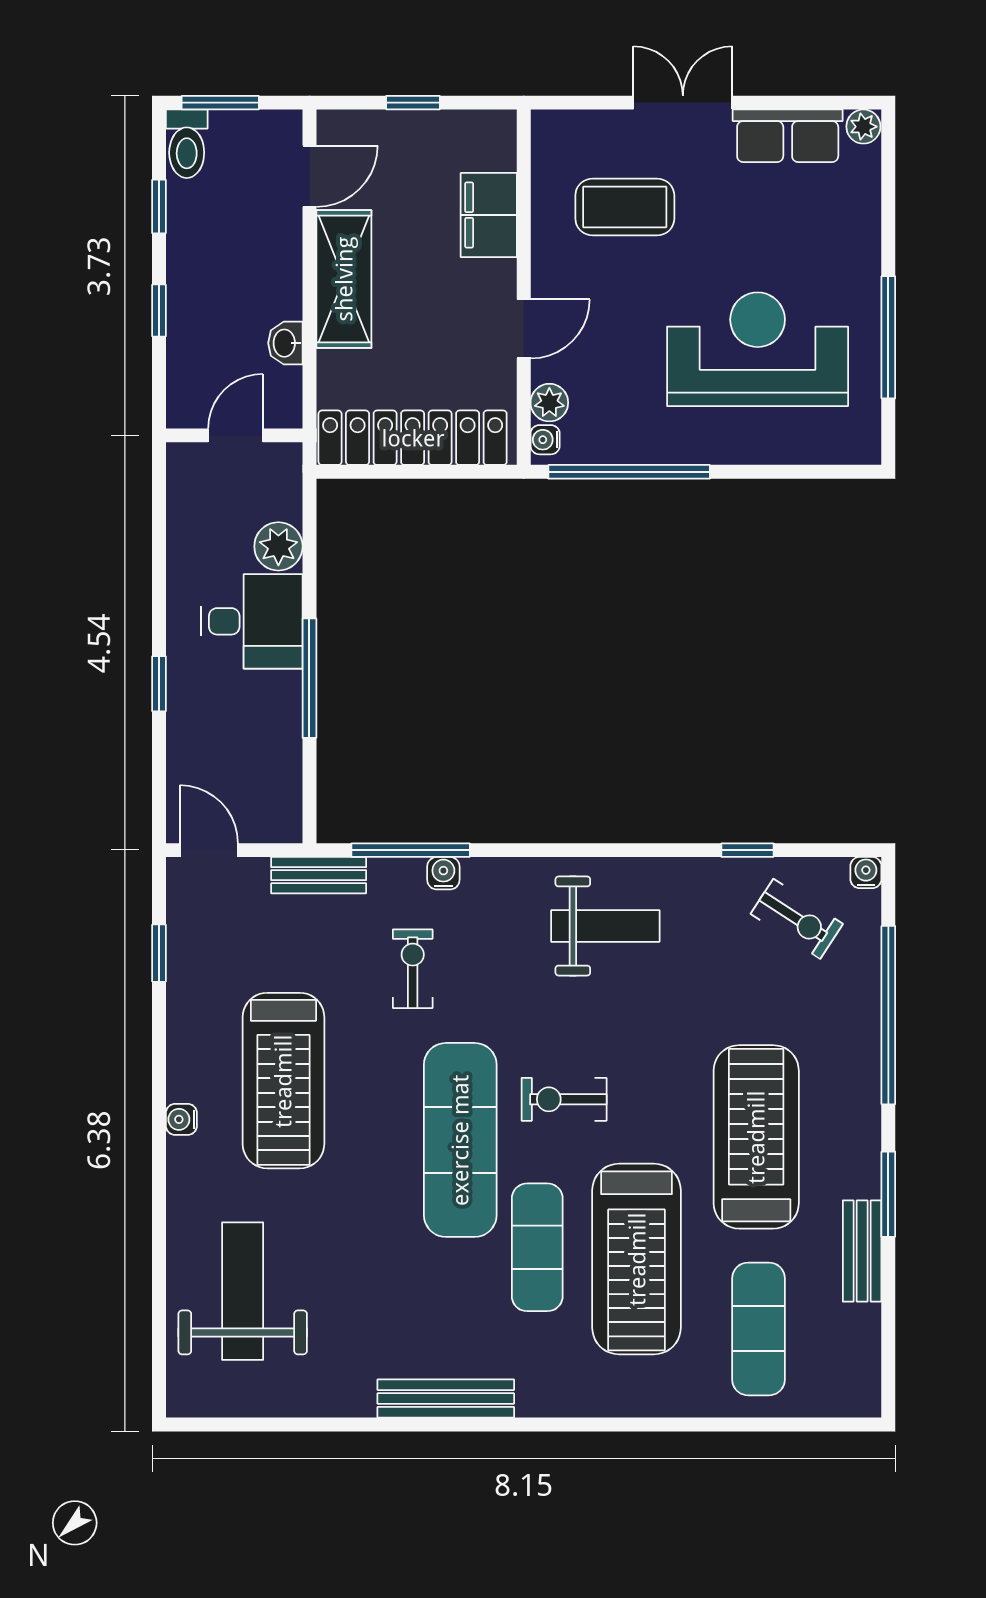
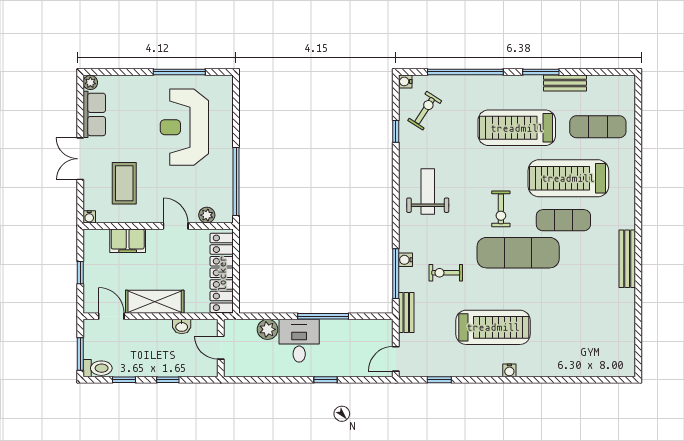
water cooler: (545, 440) -> (89, 217), moved
treadmill: (637, 1259) -> (568, 178), turned 180
weight bench: (243, 1291) -> (582, 345), removed

